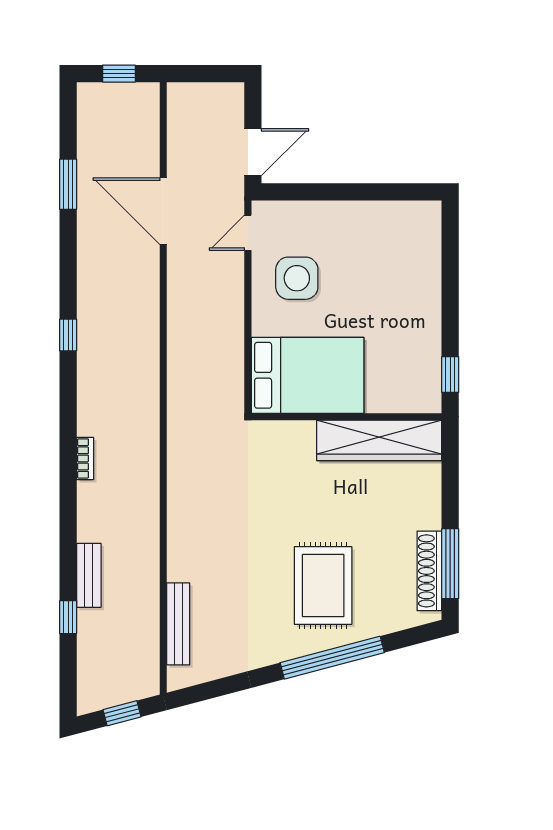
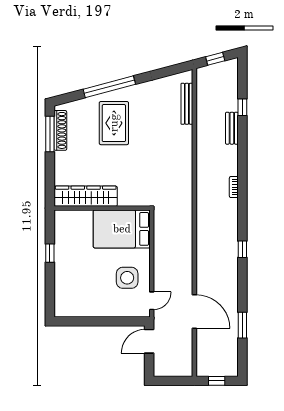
window: (450, 375) -> (50, 253), moved

